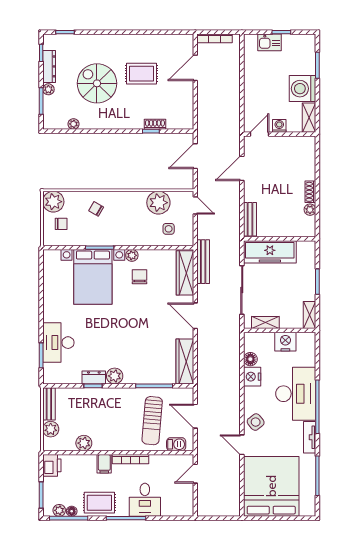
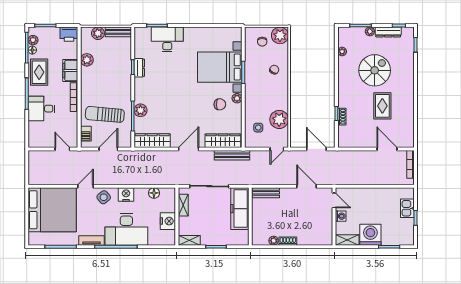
plant: (115, 376) -> (140, 110), moved
nightstand: (252, 377) -> (126, 194), moved
filing cabinet: (104, 464) -> (70, 71), width x2.00

